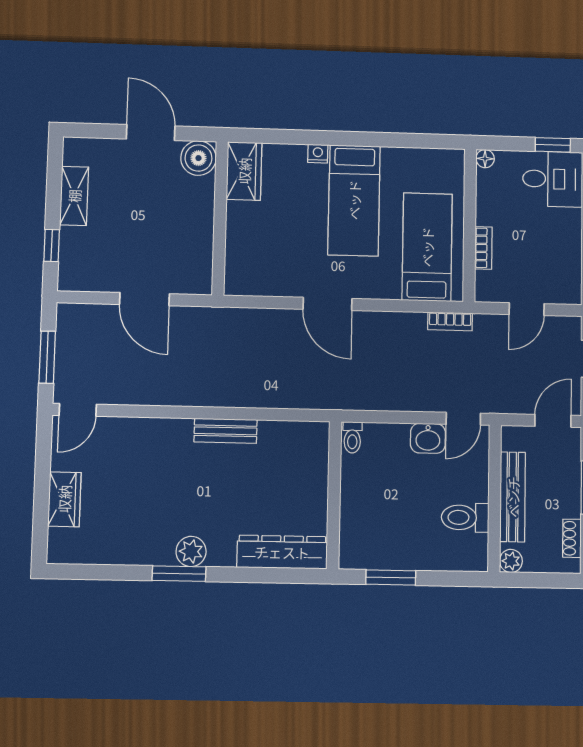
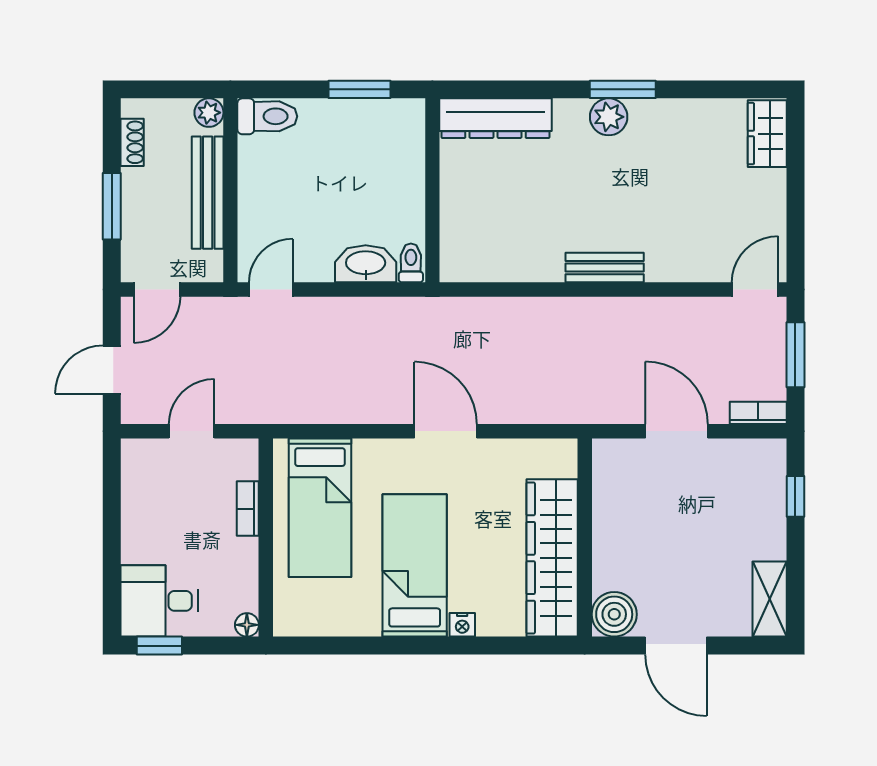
wardrobe: (244, 171) -> (552, 558), width x2.10, depth x1.17
shelving: (74, 196) -> (770, 599), moved
bookcase: (450, 321) -> (758, 413), moved
bench: (226, 431) -> (605, 268), moved
washbasin: (428, 438) -> (366, 264), moved, width x1.38
wardrobe: (64, 499) -> (767, 134), moved
toilet: (465, 518) -> (267, 116), moved

